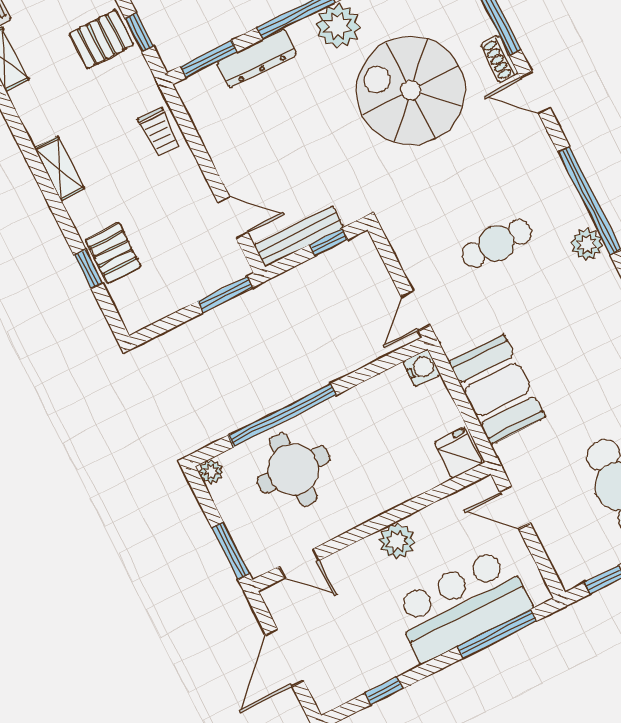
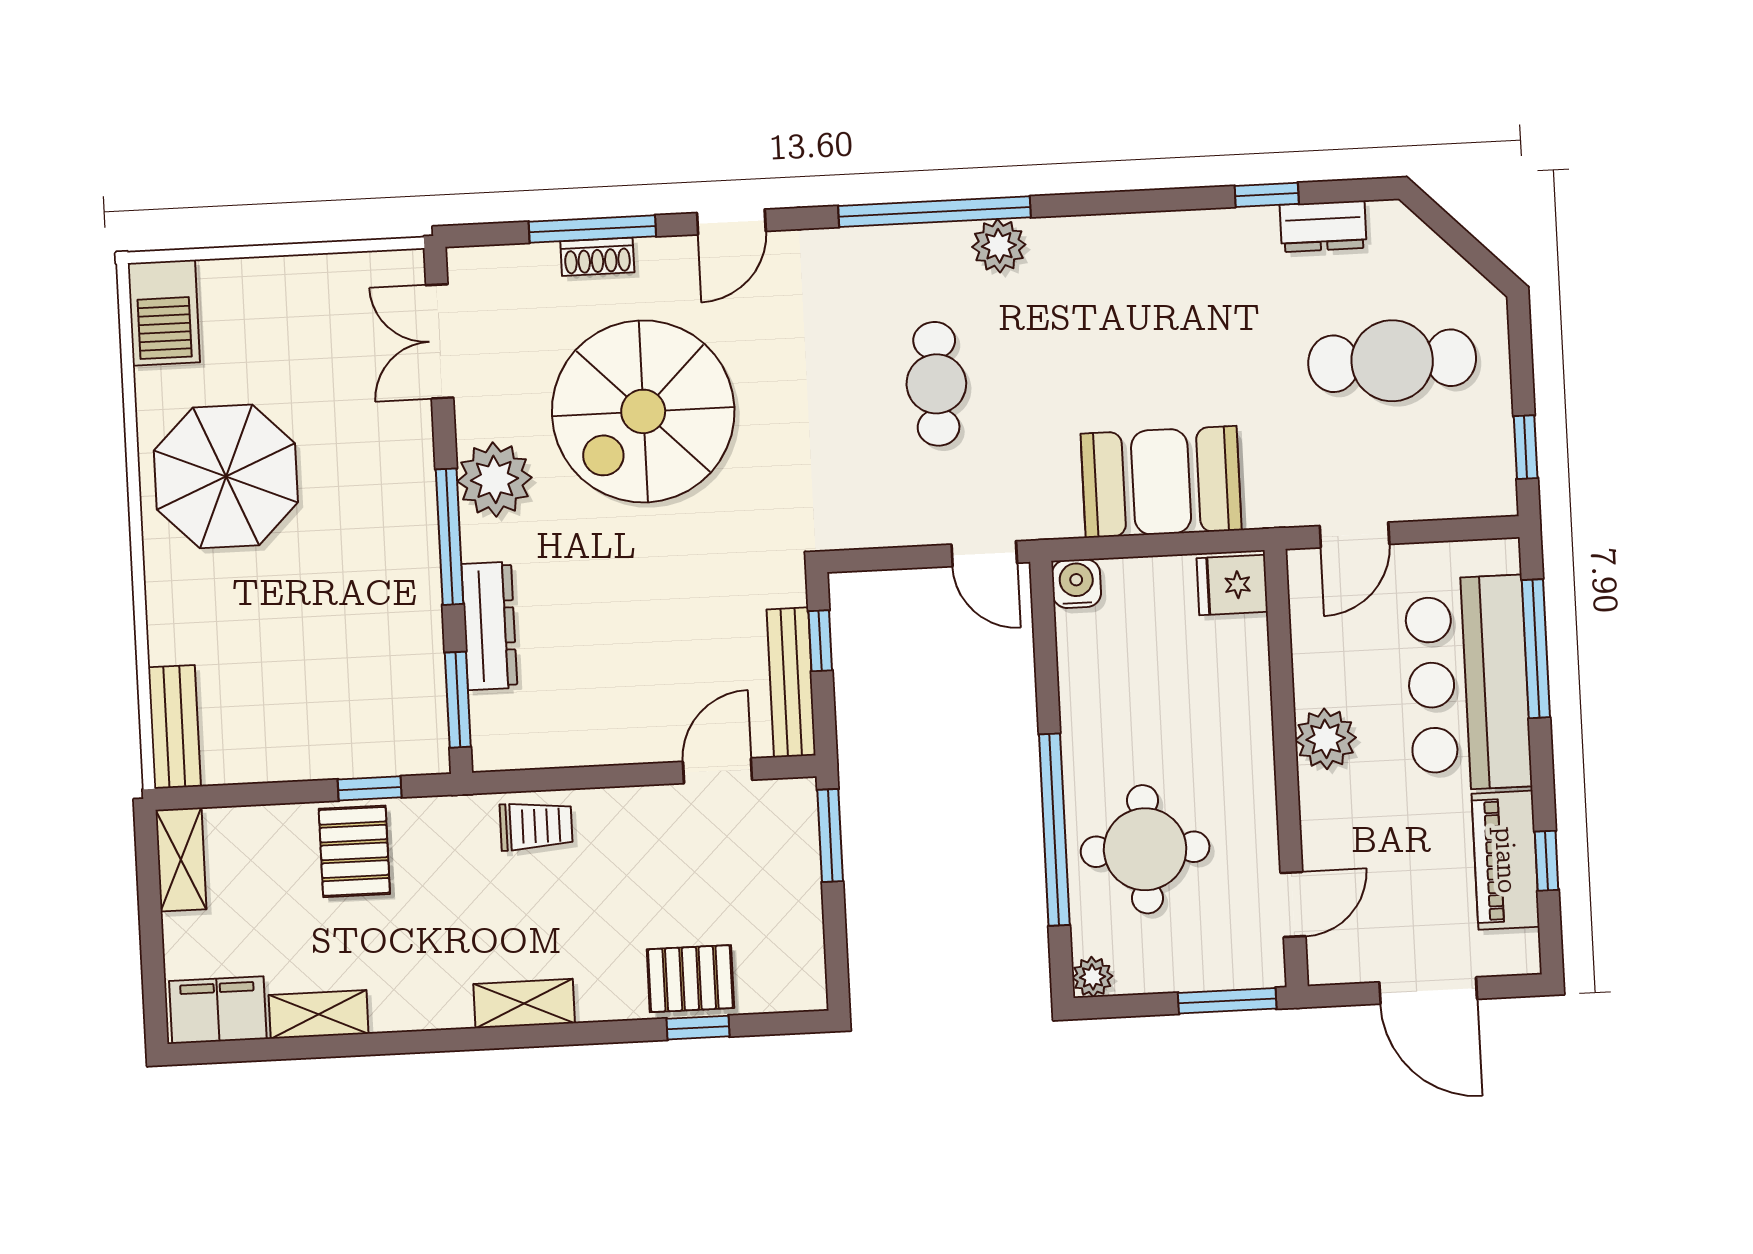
shoe rack: (499, 59) -> (597, 257), moved
piano: (374, 668) -> (1506, 860), added

